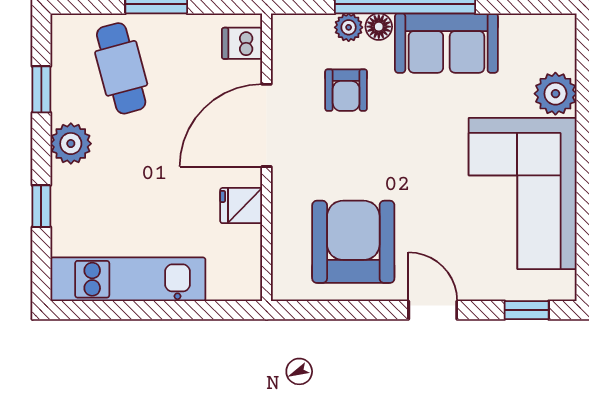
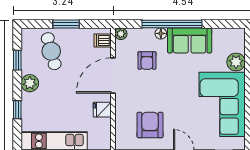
plant: (349, 27) -> (121, 34), moved
armchair: (353, 242) -> (150, 125), width x0.73, depth x0.73

